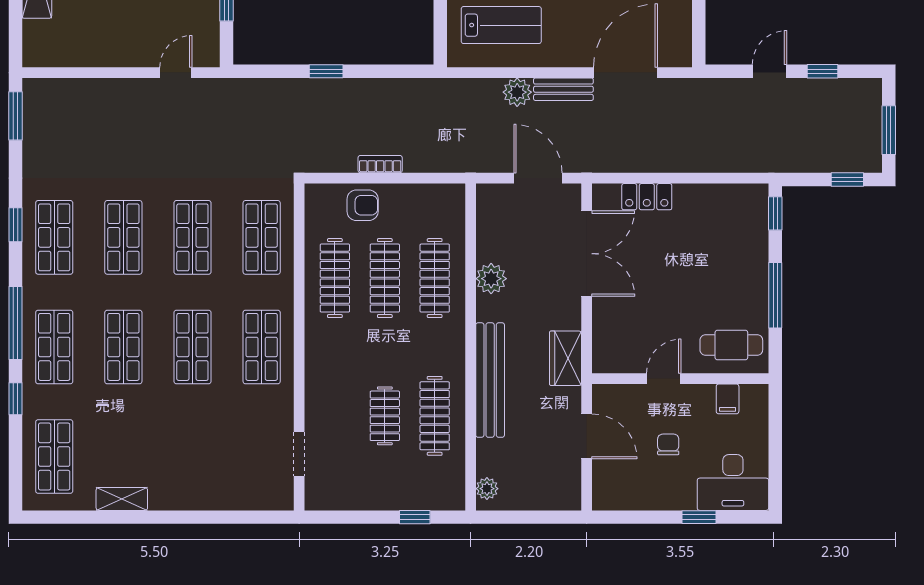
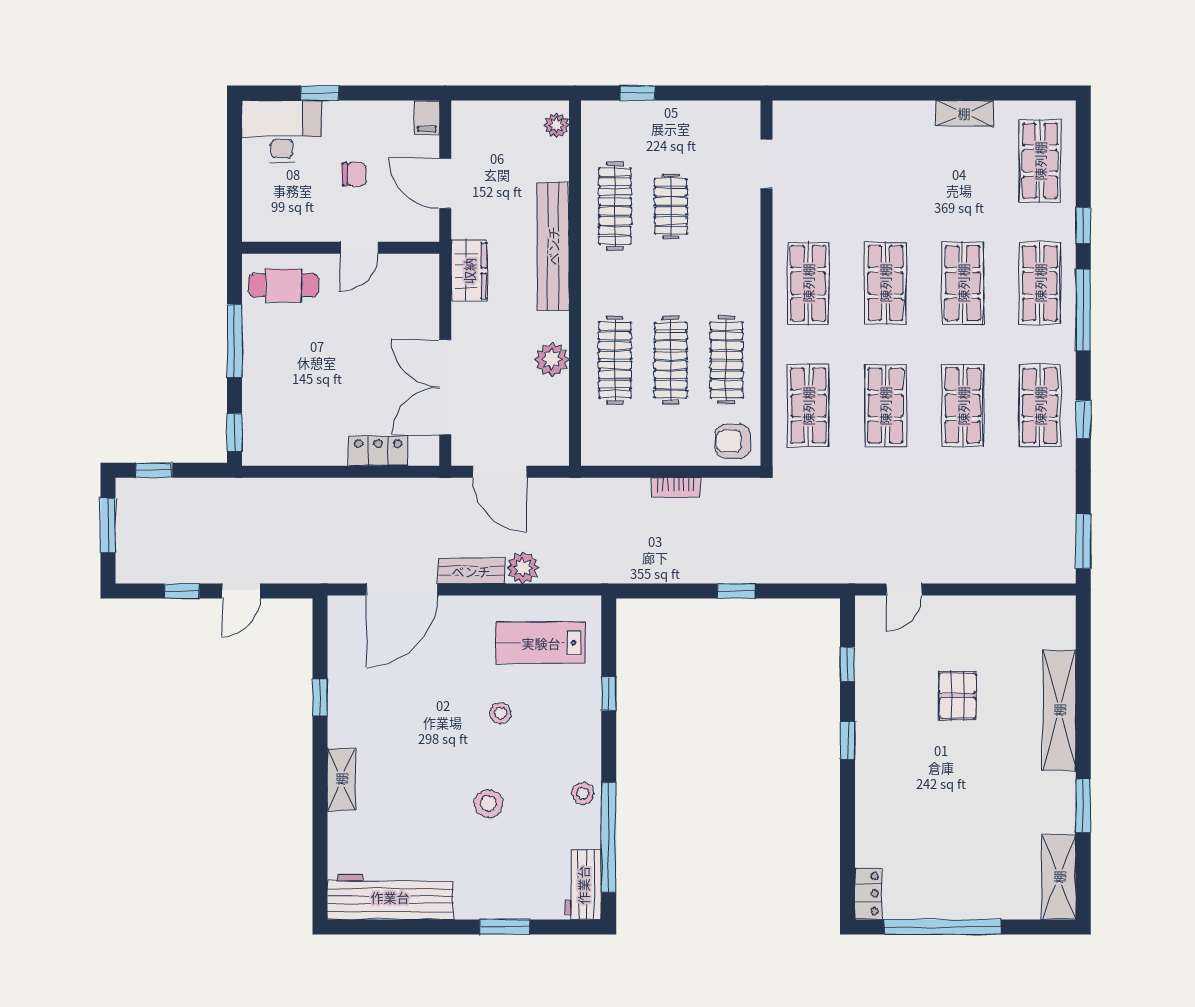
armchair: (363, 205) -> (733, 441), moved
filing cabinet: (728, 399) -> (427, 117), moved, turned 180
chair: (668, 444) -> (354, 174), turned -90

